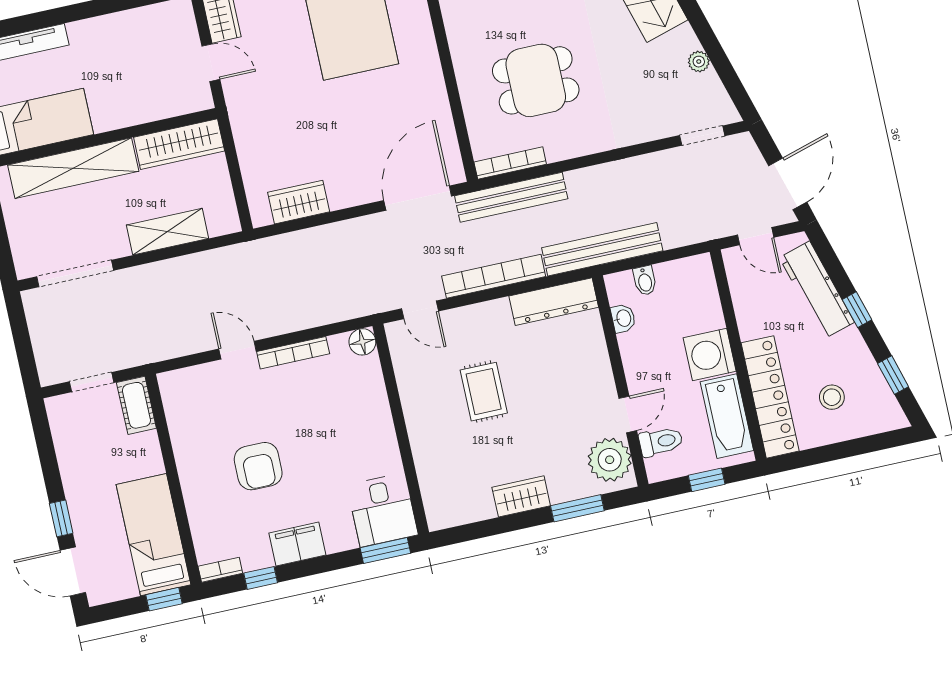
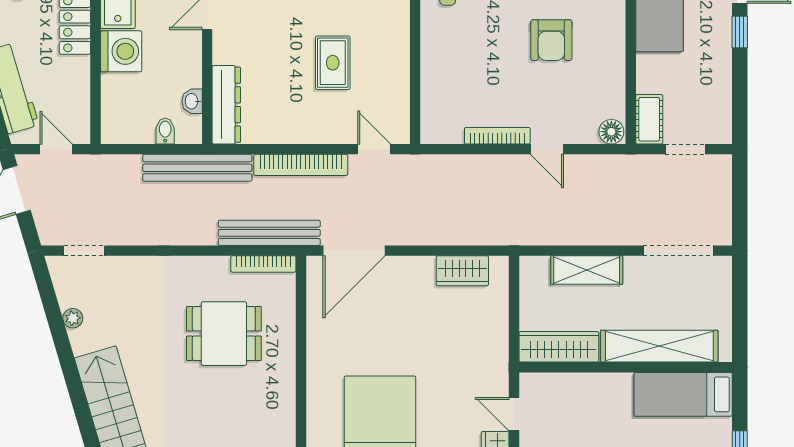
dresser: (554, 302) -> (226, 105), moved, turned 90
floor lamp: (362, 342) -> (611, 132), moved
armchair: (258, 466) -> (551, 40), turned 180

